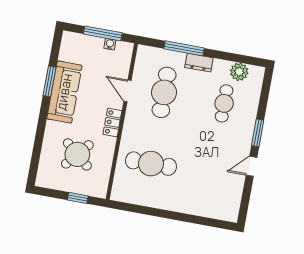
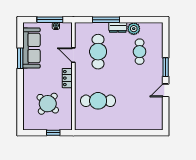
plant: (239, 72) -> (134, 29), moved
sofa: (64, 92) -> (31, 48), moved

